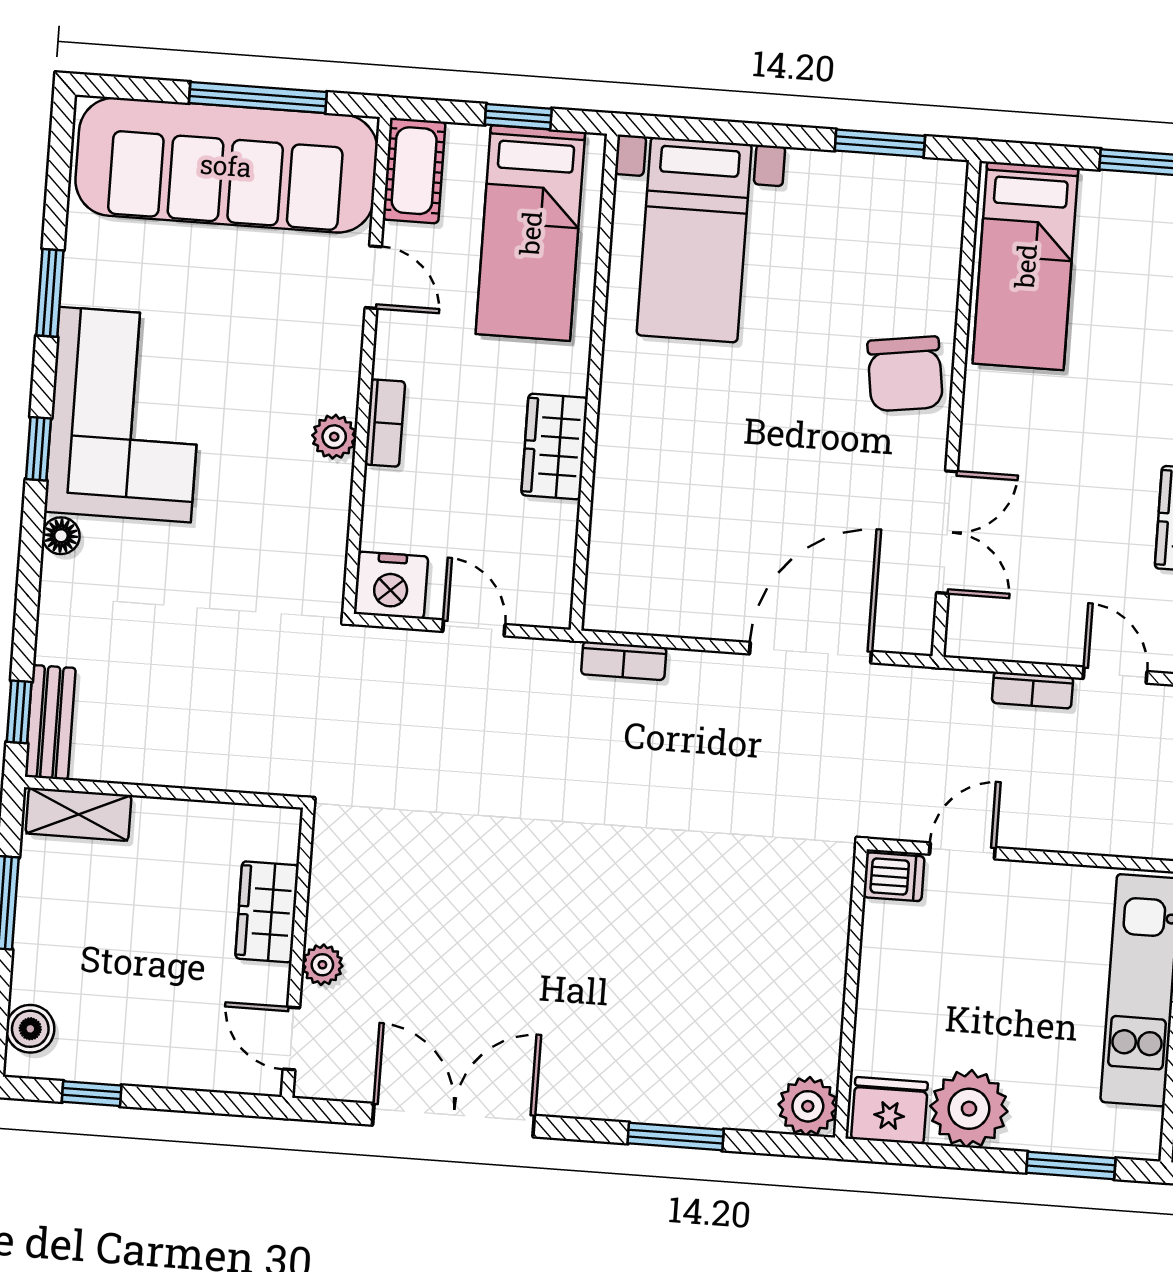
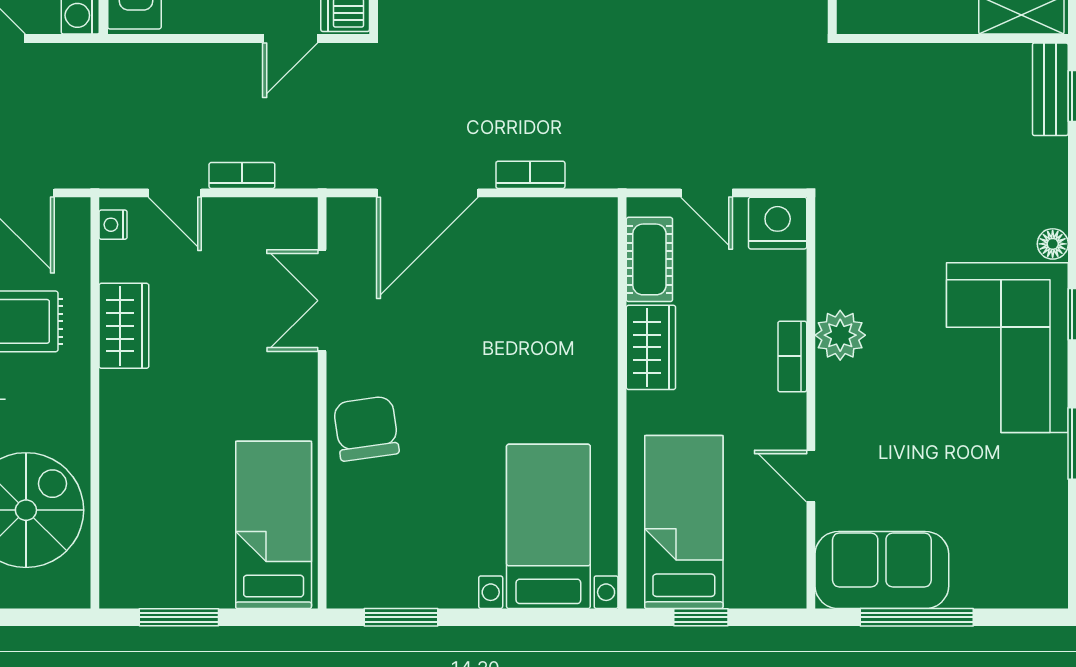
sofa: (226, 165) -> (882, 570), width x0.54, depth x0.79
cot: (414, 171) -> (649, 259), moved
plant: (334, 437) -> (840, 335), width x1.38, depth x1.38
bookcase: (624, 661) -> (530, 175), moved

